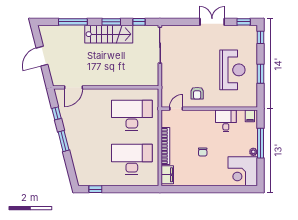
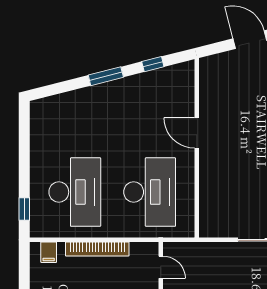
door: (74, 87) -> (197, 133), moved
filing cabinet: (167, 175) -> (49, 252), width x0.50
window: (95, 189) -> (24, 209), moved

